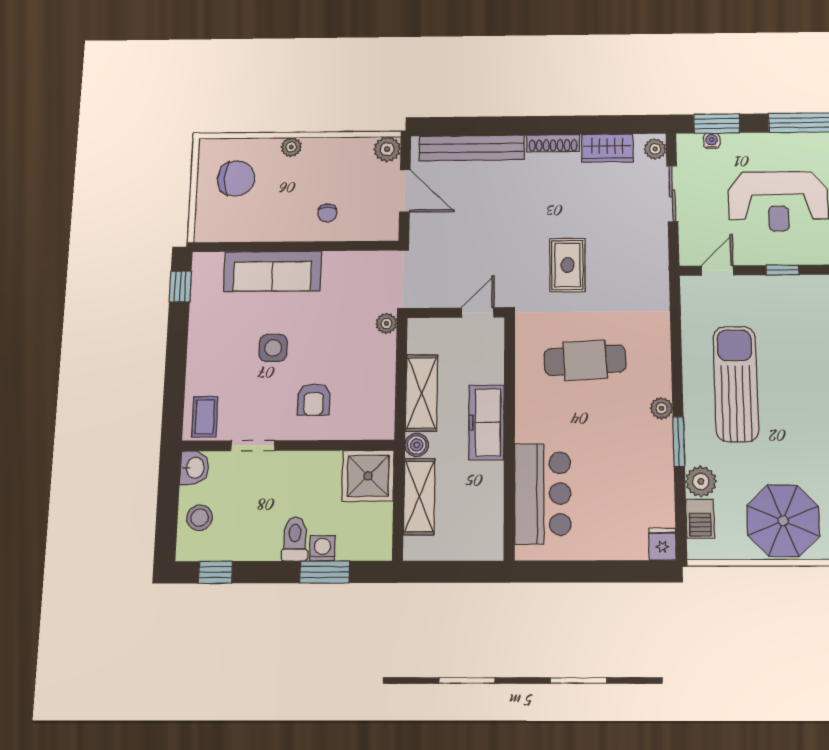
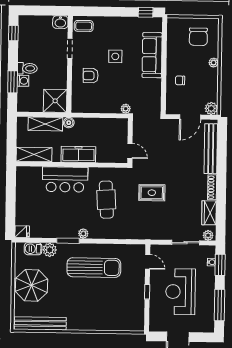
shelving: (422, 393) -> (34, 154), moved
bar counter: (543, 494) -> (65, 179), moved
stool: (200, 518) -> (38, 25), removed

